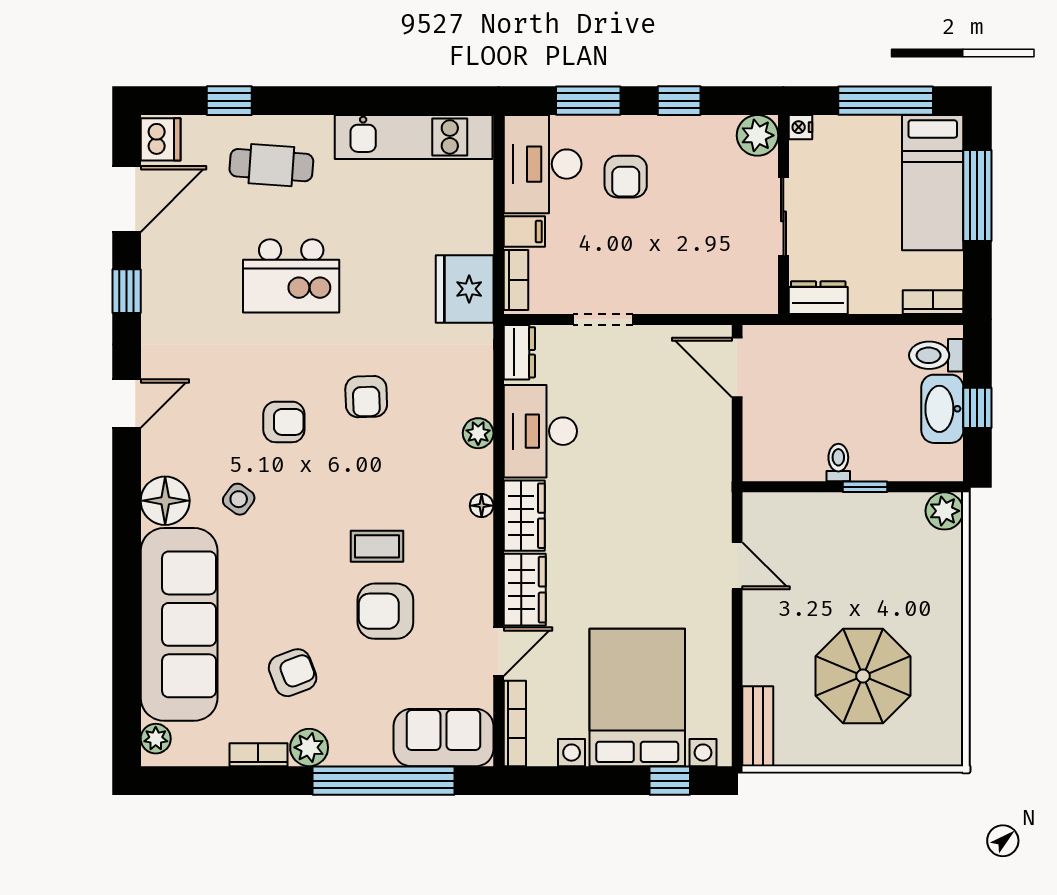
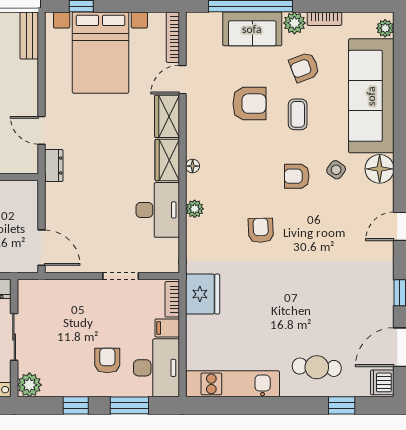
kitchen island: (291, 276) -> (305, 302), removed
dresser: (519, 352) -> (54, 166), moved, turned 180
armchair: (284, 422) -> (297, 176), moved
coffee table: (377, 546) -> (298, 114), moved, turned 90
sofa: (443, 738) -> (252, 29), moved

